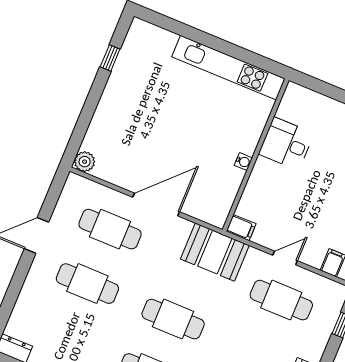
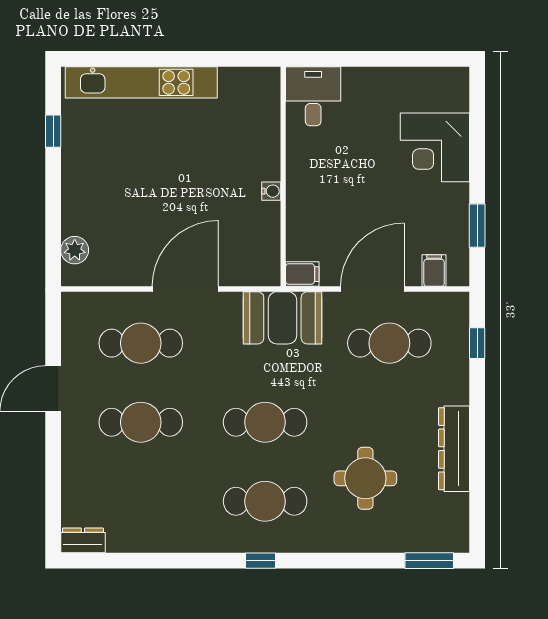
kitchen unit: (228, 68) -> (141, 82), moved
desk: (286, 144) -> (313, 96), moved, turned 90
plant: (85, 162) -> (75, 250), moved
door: (285, 258) -> (372, 289), width x1.87

